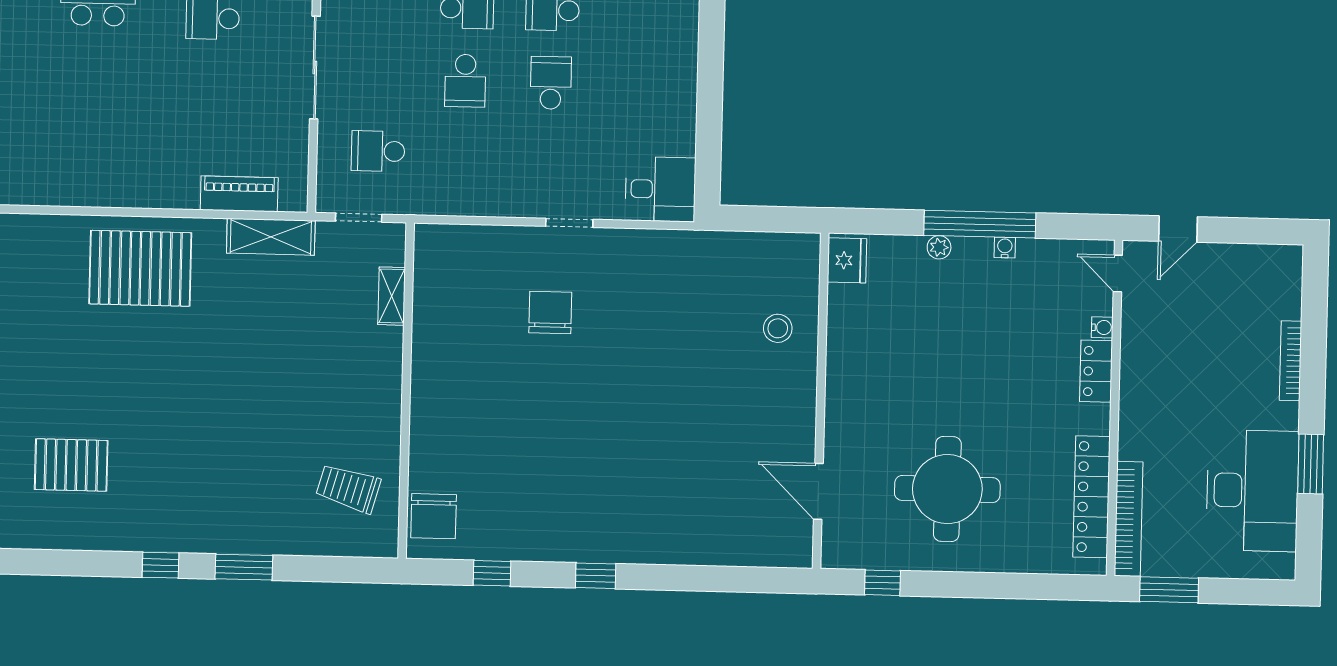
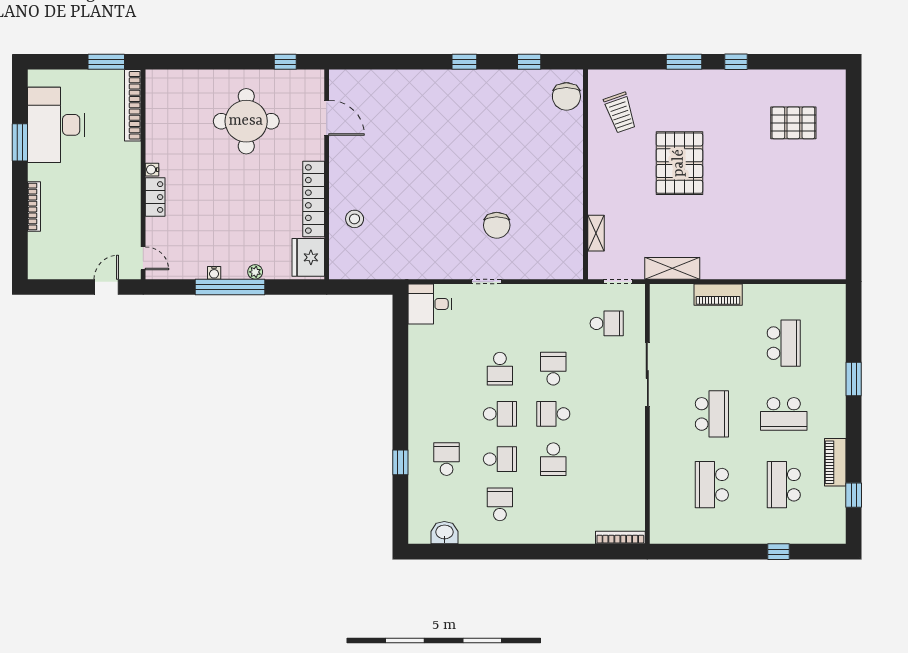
school desk: (95, 113) -> (784, 343), added
piano: (239, 194) -> (718, 295), moved
fridge: (847, 260) -> (308, 257), width x1.36, depth x1.34
pallet: (140, 268) -> (679, 163), moved, turned 90
water cooler: (1102, 327) -> (152, 170), moved
trolley: (348, 488) -> (620, 113), turned 55
locker: (1091, 497) -> (314, 199), moved, turned 180
chair: (434, 516) -> (566, 96), turned 180

